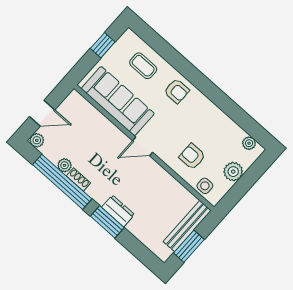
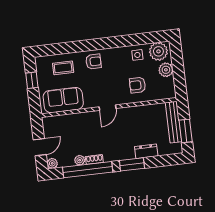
sofa: (118, 101) -> (63, 100), width x0.73
plant: (249, 143) -> (158, 51), width x1.88, depth x1.88
side table: (205, 186) -> (137, 55), moved
dresser: (118, 211) -> (146, 151), moved

